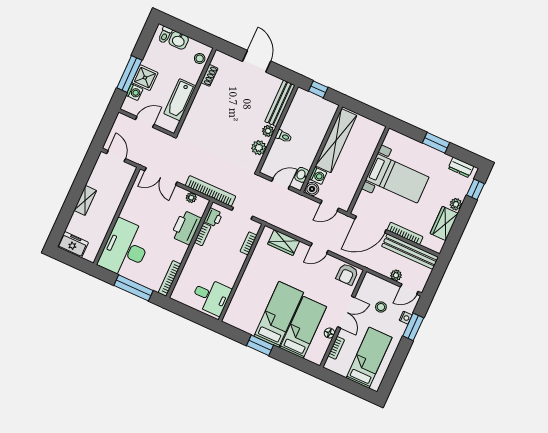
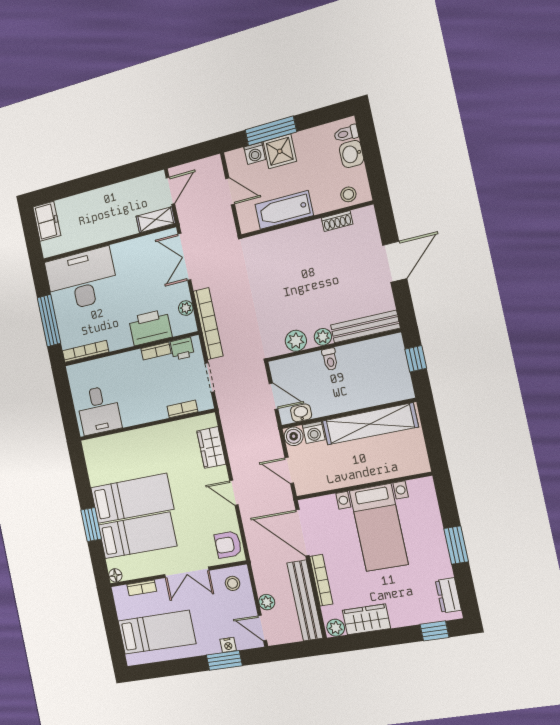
shelving: (85, 200) -> (156, 220), moved
plant: (456, 204) -> (336, 628), moved
stool: (381, 307) -> (233, 583), moved
floor lamp: (329, 333) -> (115, 575), moved
window: (260, 345) -> (91, 525), moved

